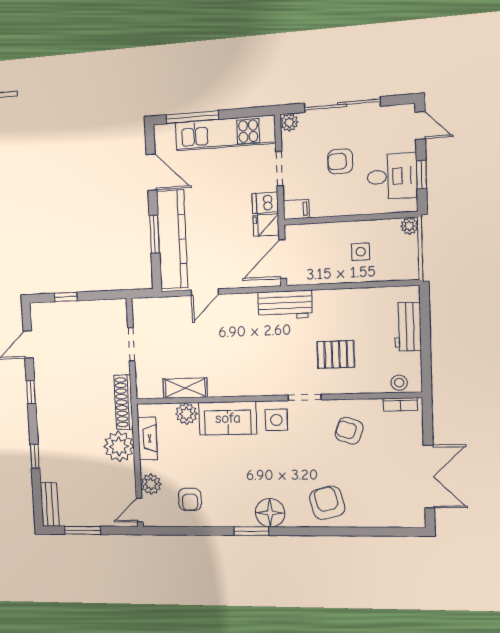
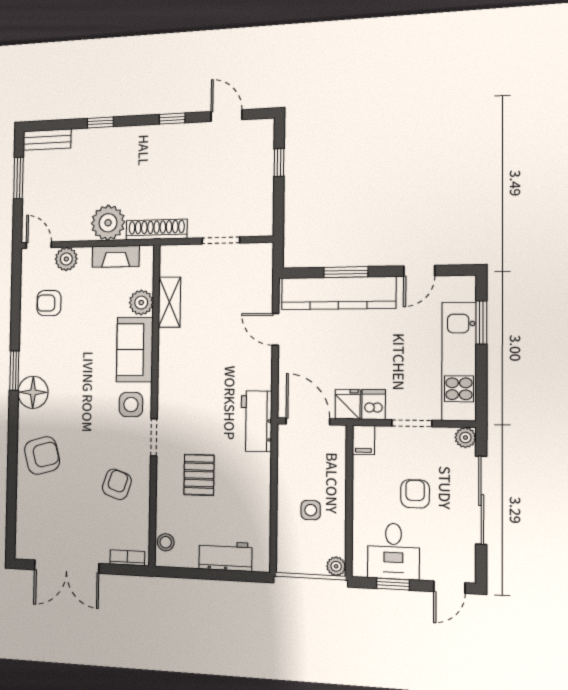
window: (192, 117) -> (481, 323), width x0.69
door: (151, 172) -> (419, 271), width x0.73
bookcase: (400, 404) -> (127, 558), moved, turned 90

